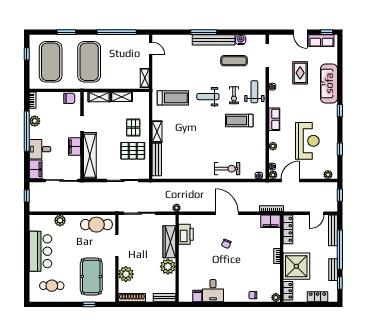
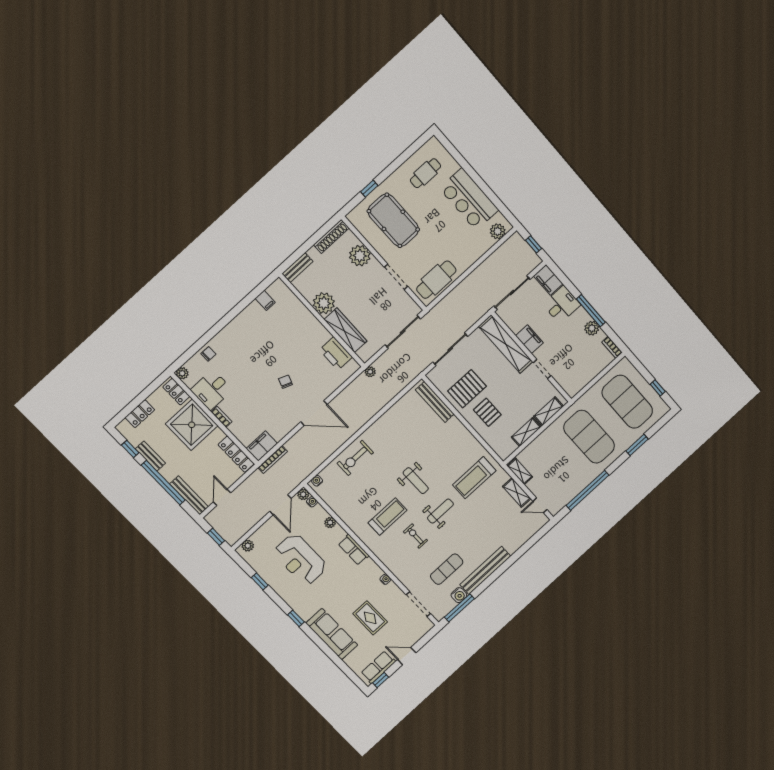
window: (204, 32) -> (459, 608), moved
weight bench: (254, 92) -> (416, 481), moved
chair: (69, 98) -> (577, 383), removed
window: (27, 131) -> (591, 311), width x0.68
shelving: (157, 132) -> (517, 493), moved
plant: (60, 220) -> (498, 231), moved
desk: (213, 291) -> (212, 390), moved, turned -90

